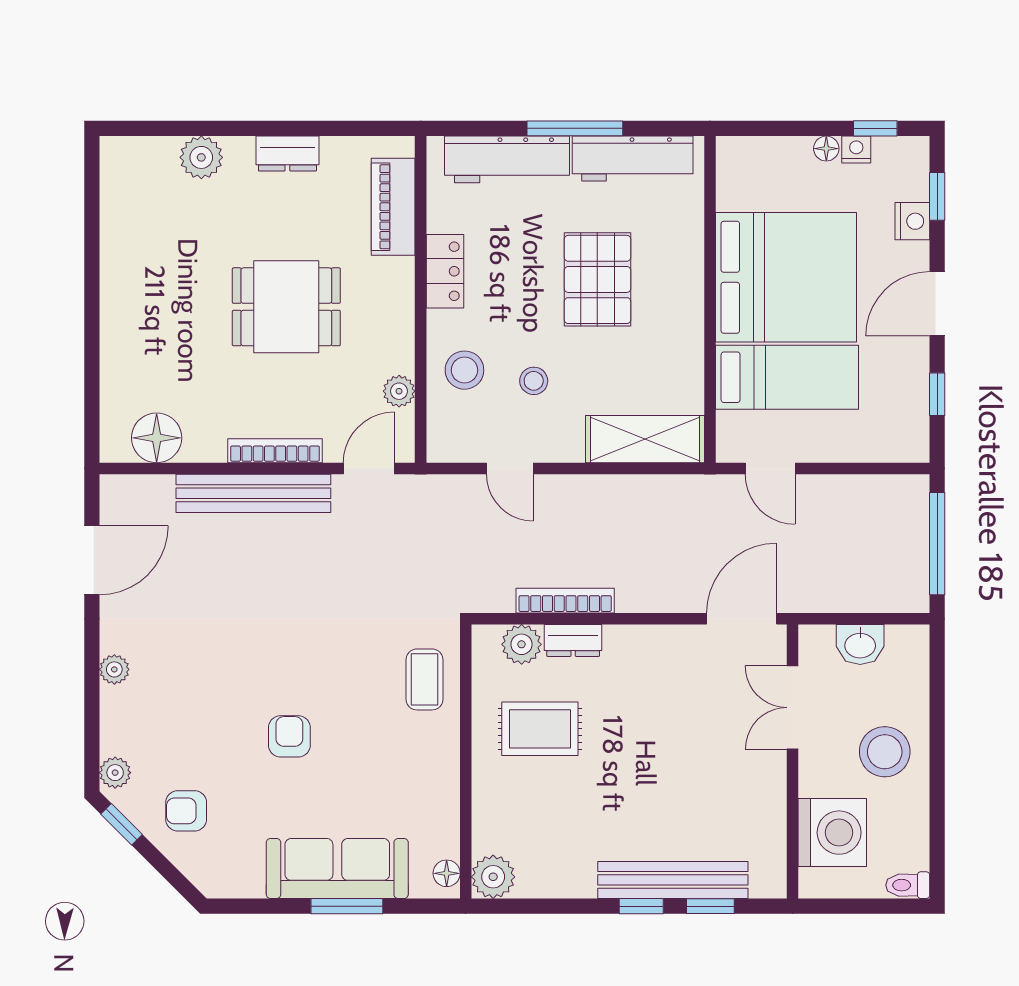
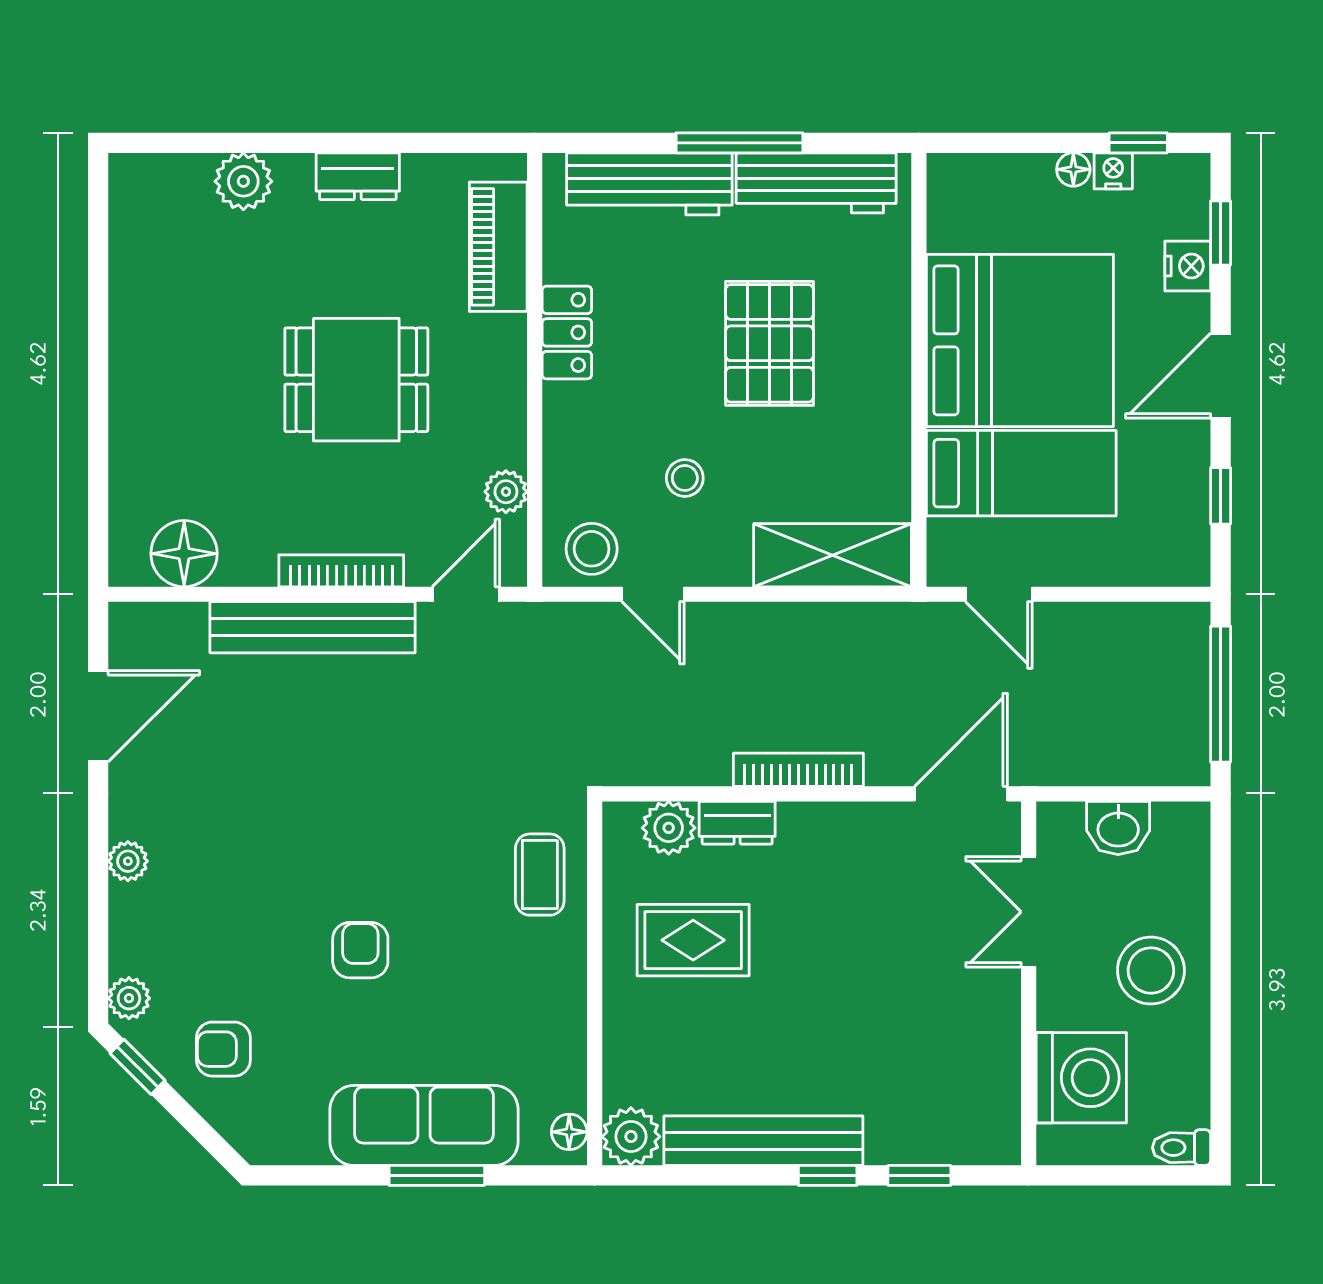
stool: (464, 370) -> (592, 549), moved
bookcase: (565, 601) -> (798, 770), moved
bench: (673, 880) -> (763, 1141), moved

